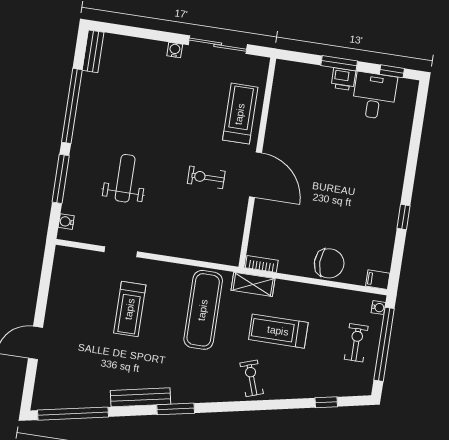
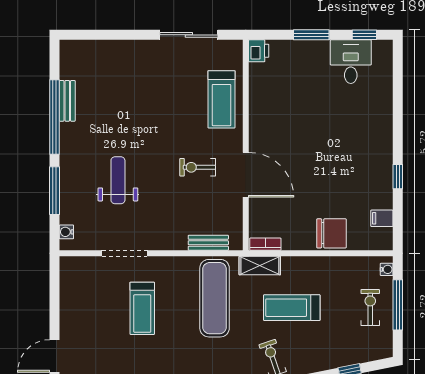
water cooler: (175, 50) -> (147, 47), removed
bench: (93, 51) -> (67, 101), moved
printer: (343, 79) -> (259, 51), moved, turned -90
treadmill: (240, 114) -> (221, 99), turned 180
door: (255, 175) -> (246, 175), moved
doorway: (121, 252) -> (125, 253), width x1.38
bench: (205, 254) -> (208, 243), added
filing cabinet: (378, 280) -> (382, 218), moved
window: (384, 344) -> (398, 305), width x0.68

